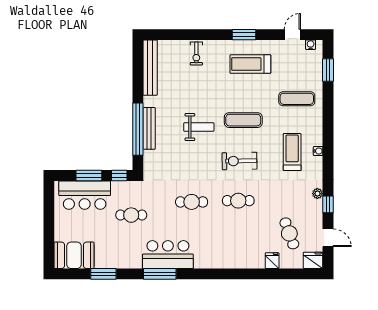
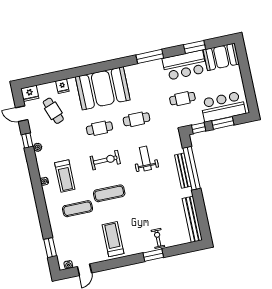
window: (244, 35) -> (153, 255), moved
treadmill: (250, 64) -> (113, 239), turned -90
exercise mat: (297, 99) -> (78, 209), moved
weight bench: (199, 127) -> (145, 158), moved, turned 90
booth: (224, 248) -> (103, 88), added
bar counter: (168, 255) -> (184, 65), moved

